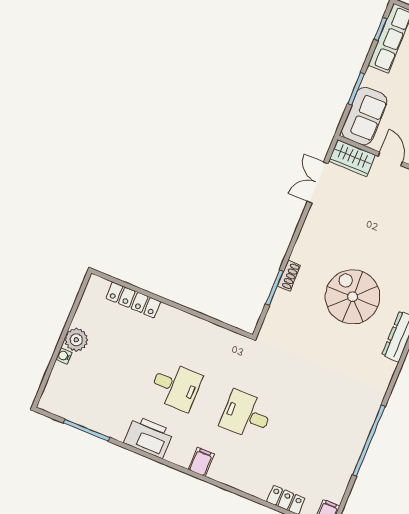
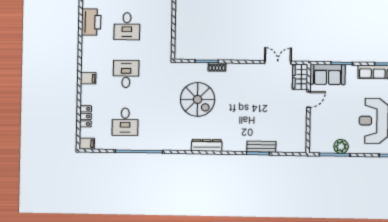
spiral stairs: (353, 297) -> (198, 99), moved, turned 90
desk: (317, 444) -> (125, 122), added
filing cabinet: (201, 462) -> (88, 78), moved

